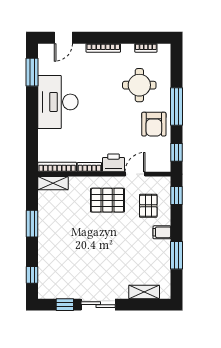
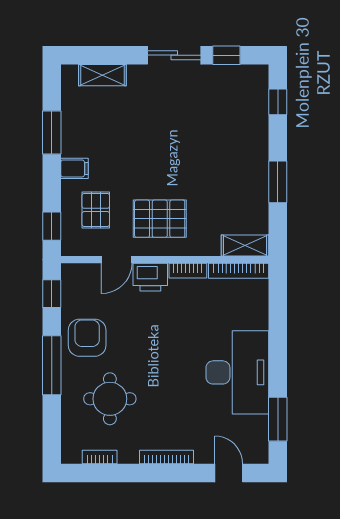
door: (63, 38) -> (229, 473), hinge flipped

